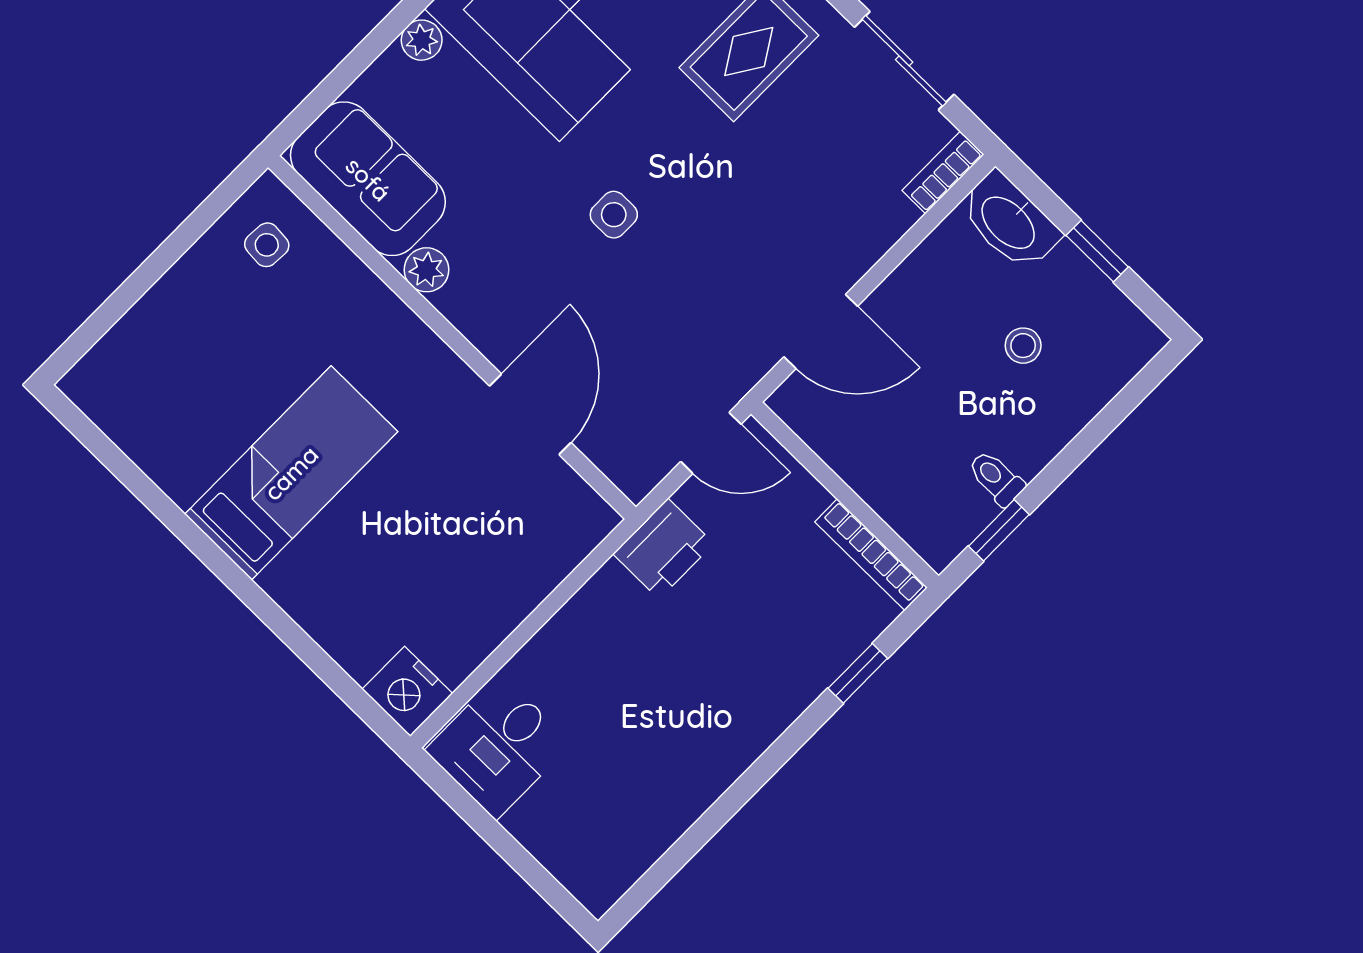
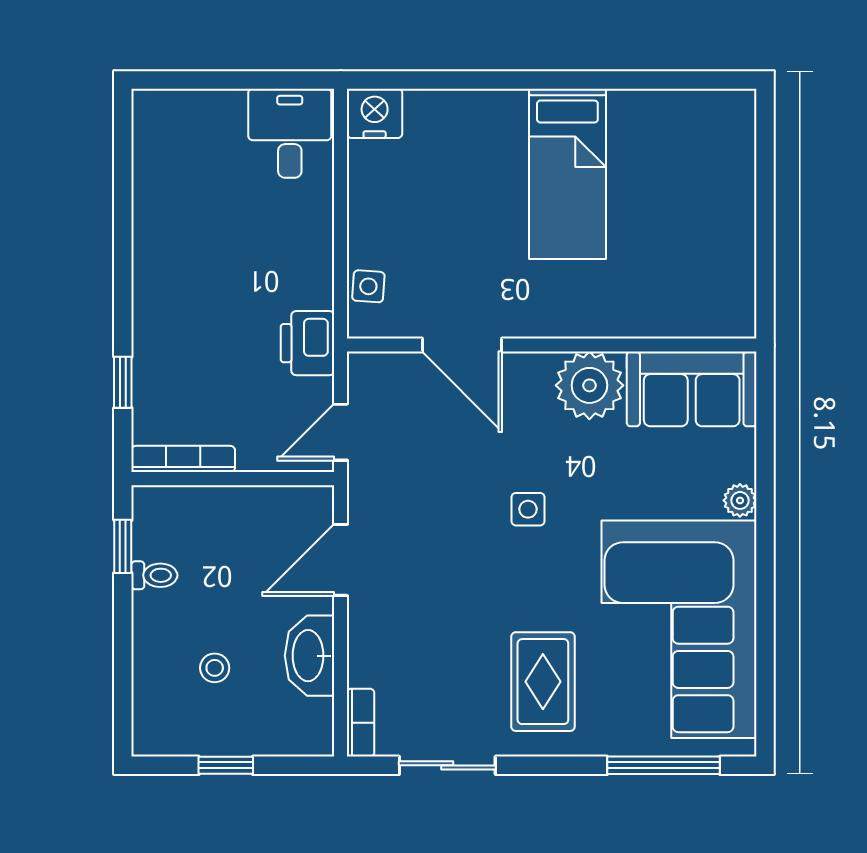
washbasin: (1009, 221) -> (309, 656), moved, turned -90
side table: (267, 245) -> (368, 286), moved
plant: (427, 270) -> (589, 385), width x1.88, depth x1.88

